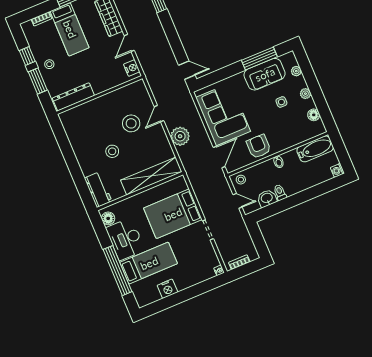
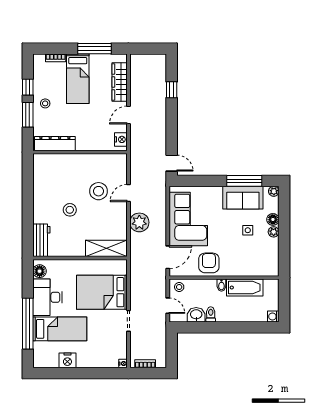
plant: (296, 71) -> (274, 191), moved
floor lamp: (314, 115) -> (273, 219), moved
bathtub: (315, 149) -> (245, 288), moved
shelving: (151, 176) -> (106, 248), width x0.68

